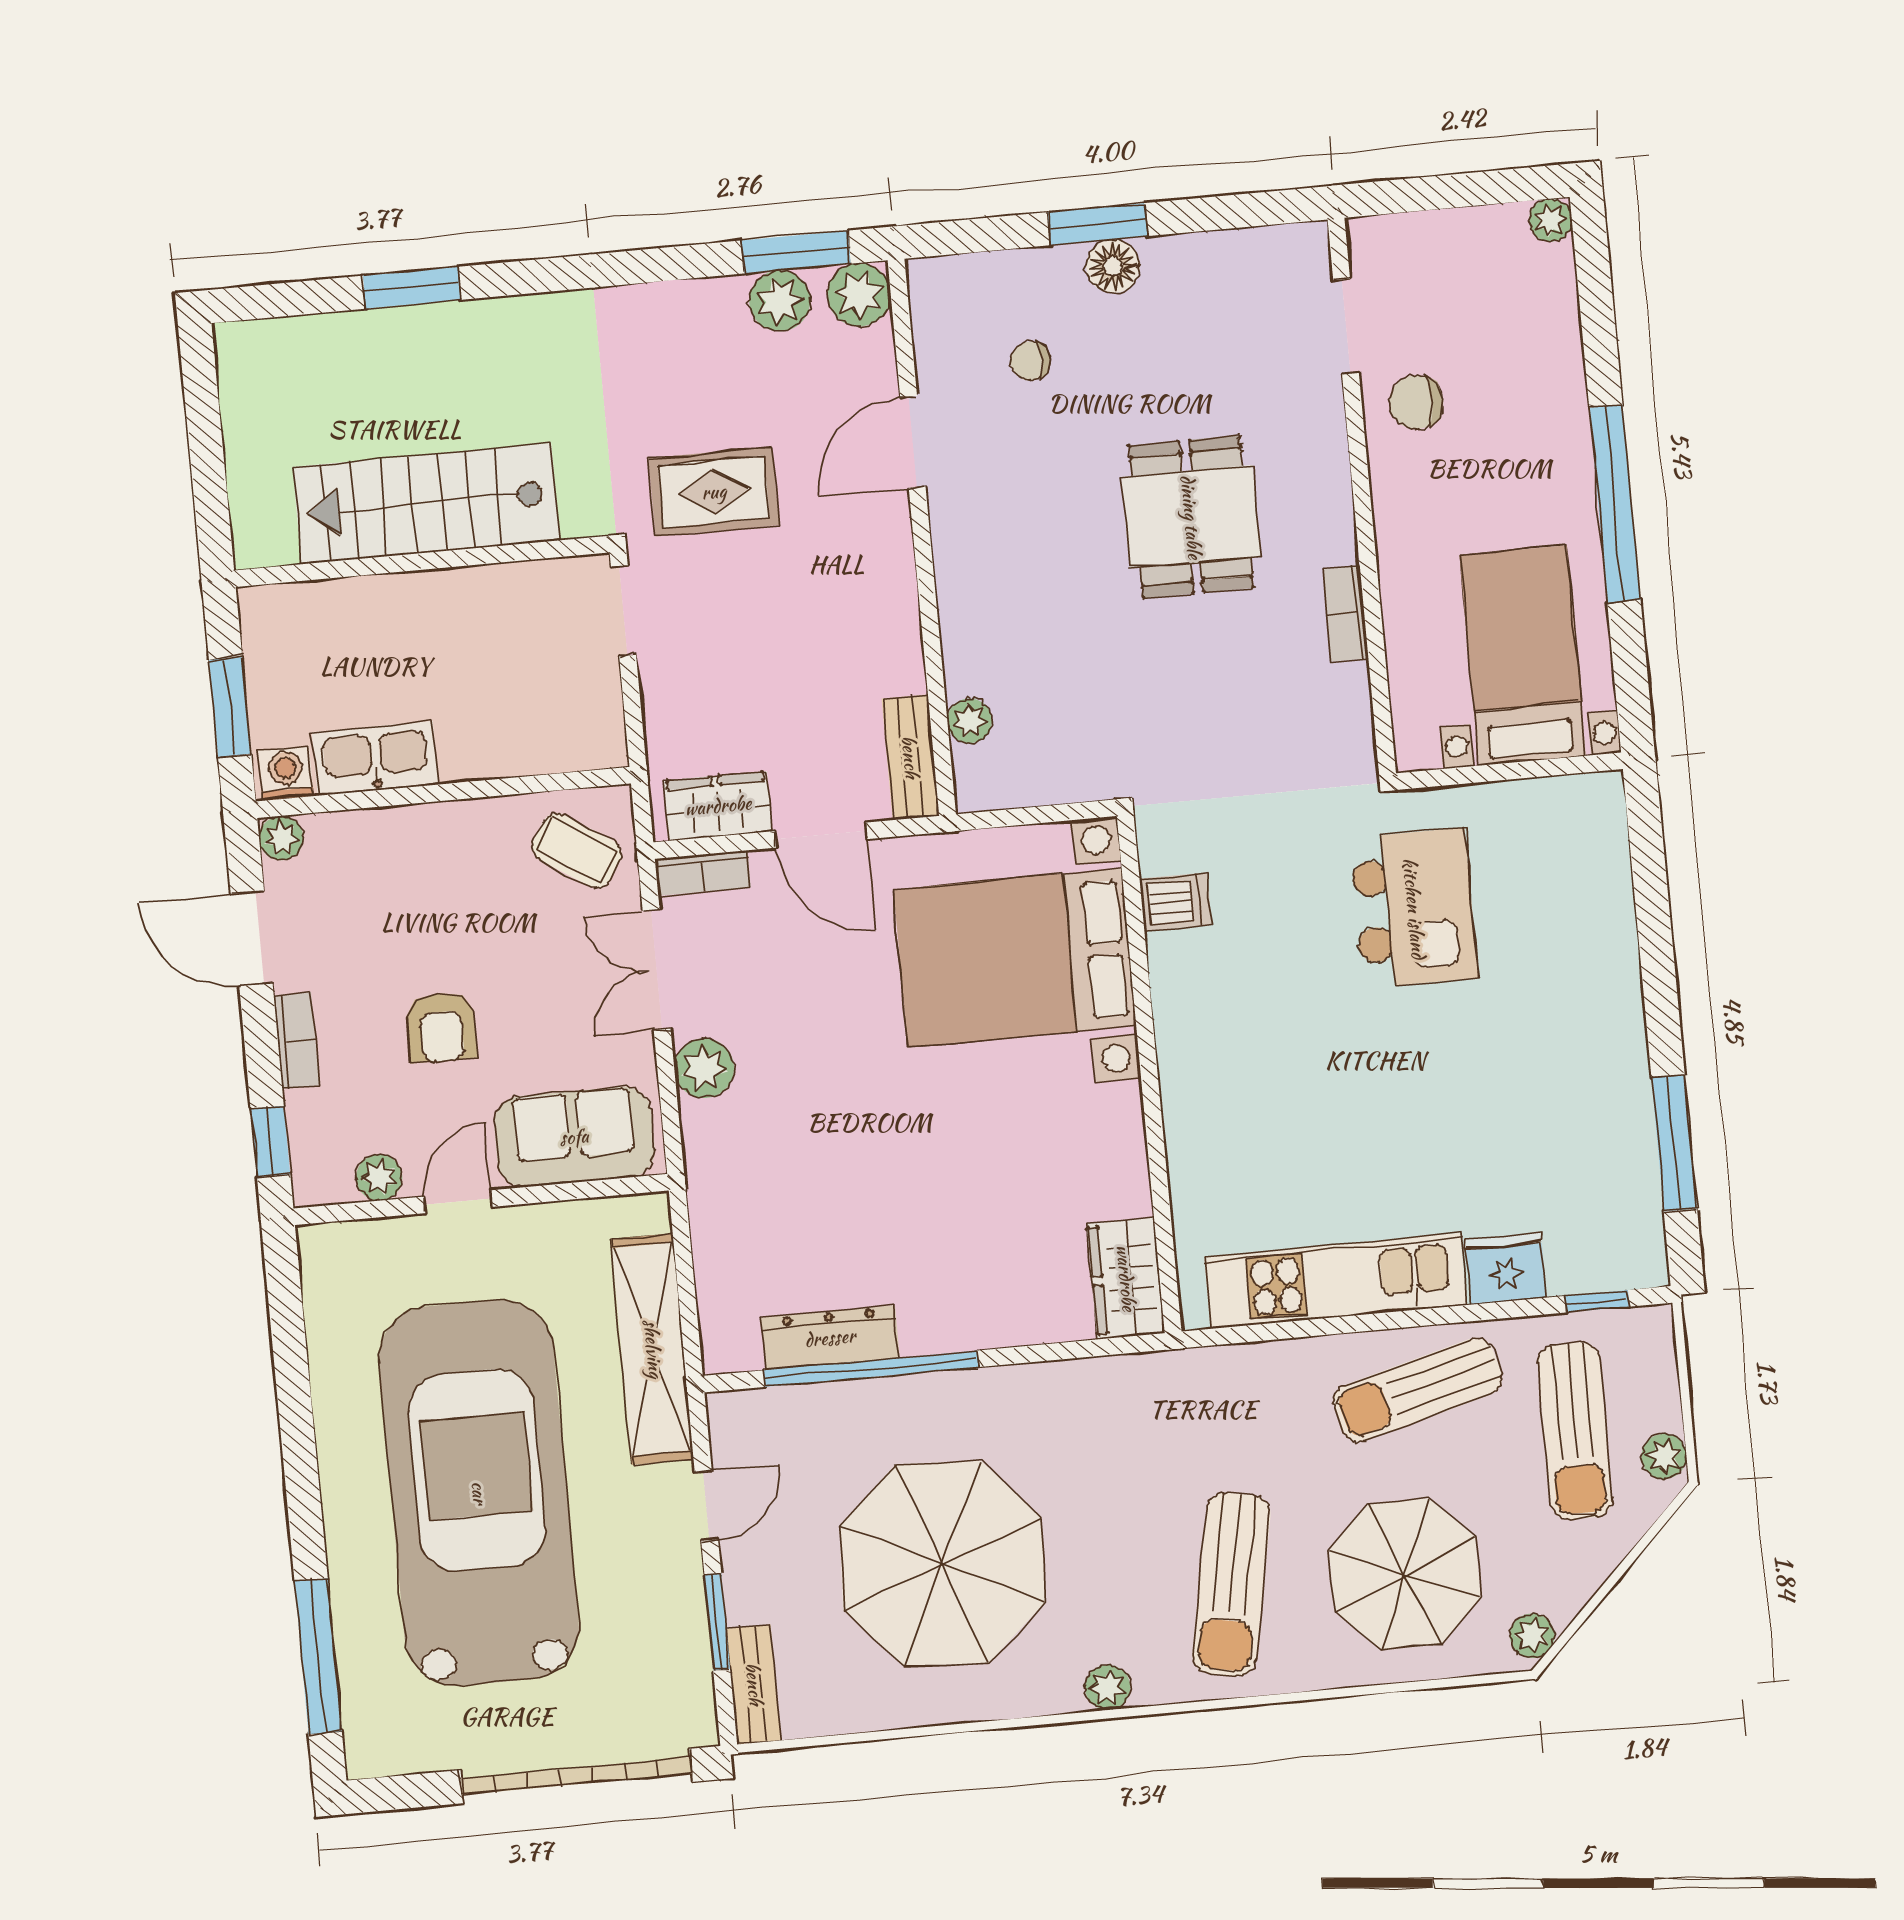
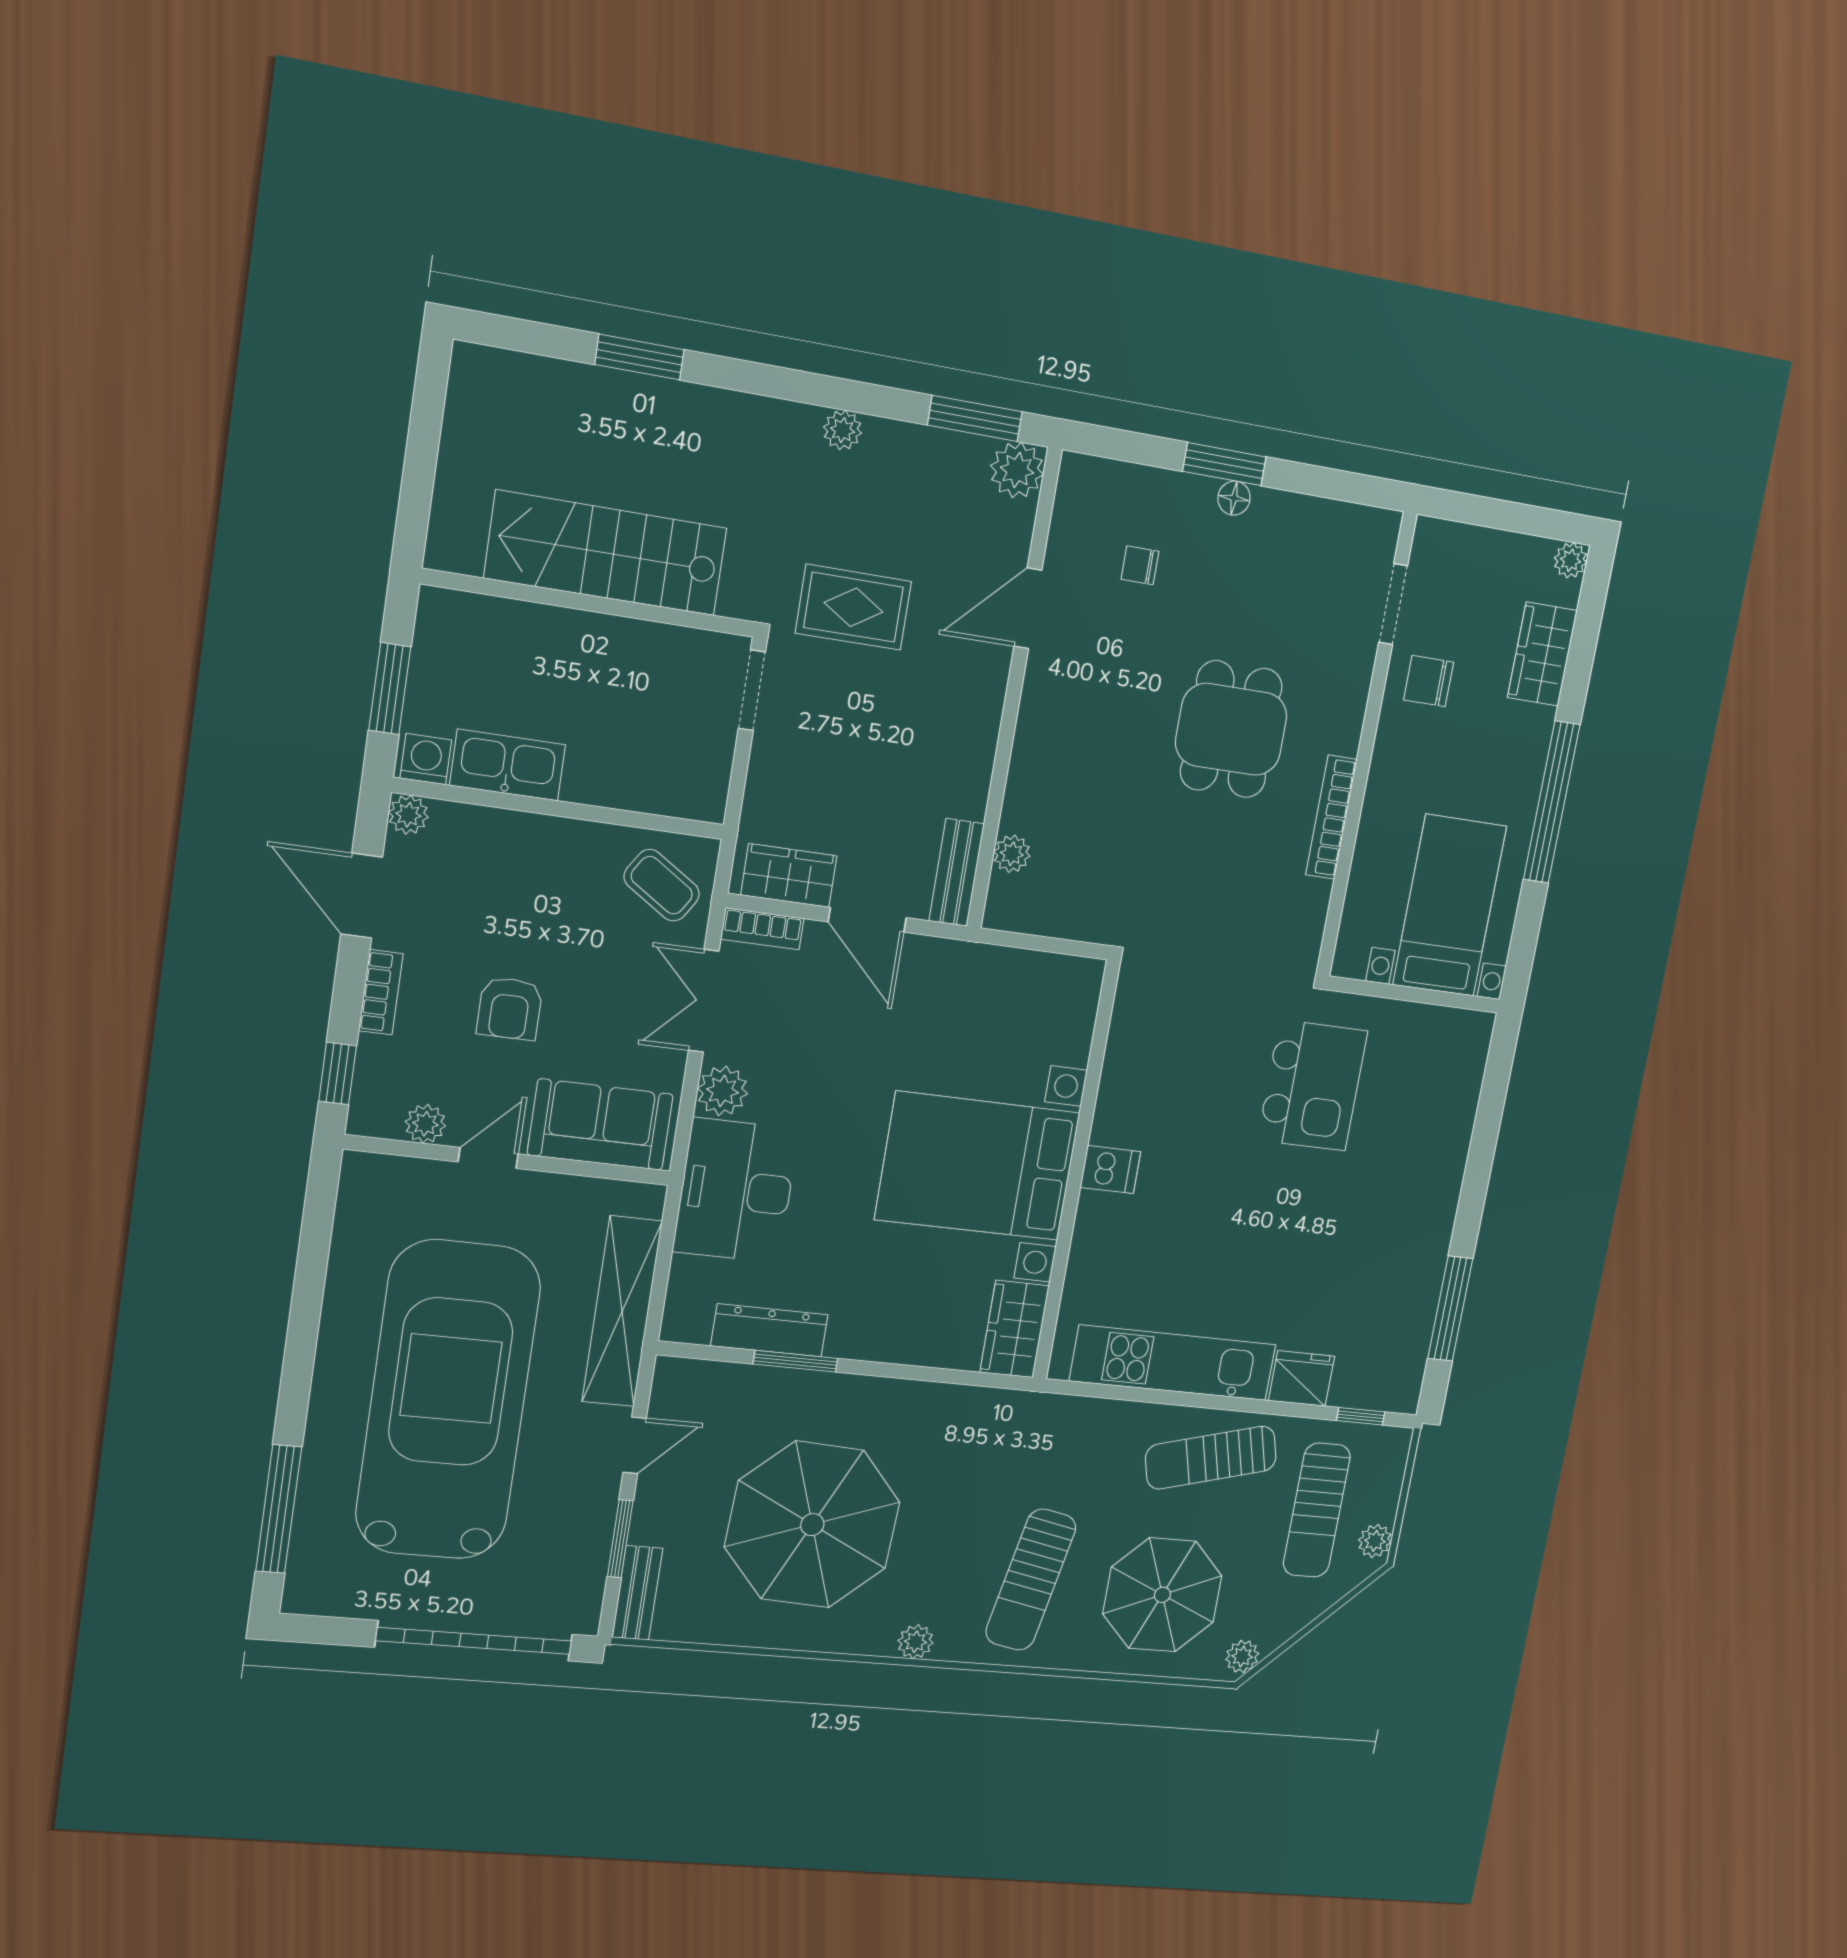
floor lamp: (1113, 266) -> (1234, 498), width x0.73, depth x0.73
plant: (780, 301) -> (843, 430), moved, width x0.73, depth x0.73
wardrobe: (1549, 336) -> (1542, 654), added
bookcase: (1346, 614) -> (1331, 817), width x1.56
dishwasher: (1175, 902) -> (1110, 1170), moved
bed with nightstands: (1015, 958) -> (977, 1166), moved
desk: (749, 1180) -> (736, 1190), added
window: (871, 1369) -> (795, 1361), width x0.47

